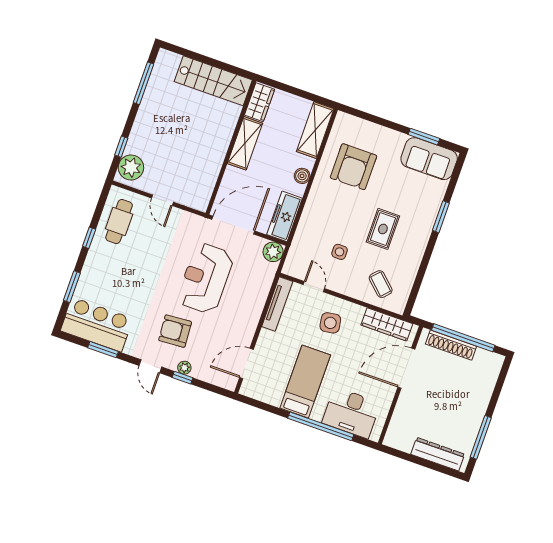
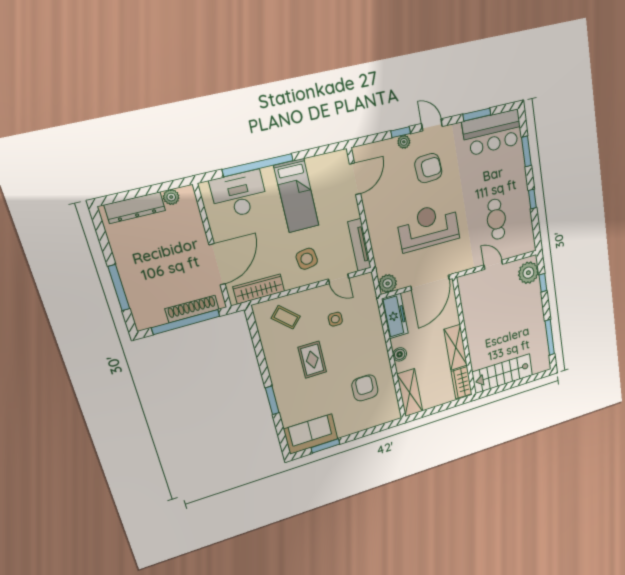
armchair: (353, 167) -> (365, 388), width x0.73, depth x0.73
cafe table: (119, 222) -> (496, 219), moved
reception desk: (205, 278) -> (428, 227), turned -90
window: (481, 437) -> (119, 288), moved
plant: (405, 445) -> (171, 197), added

